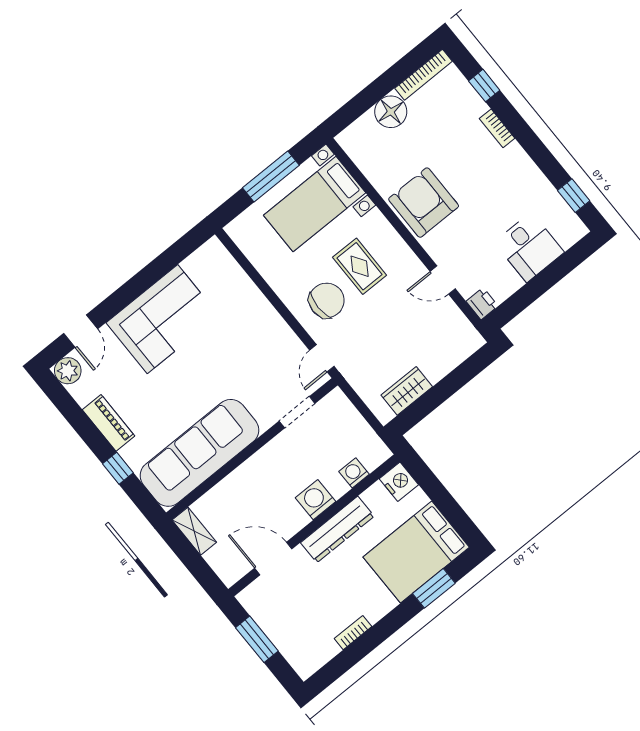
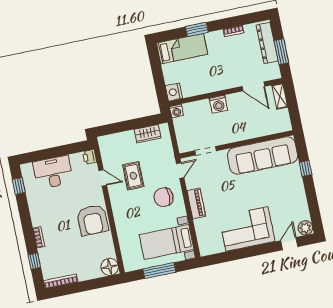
floor lamp: (391, 112) -> (110, 267), moved
bed with nightstands: (315, 204) -> (167, 242), moved, turned 180
desk: (529, 247) -> (53, 172), width x1.37
rug: (360, 266) -> (133, 176), moved
piano: (109, 423) -> (196, 203), moved, turned 180
washing machine: (354, 473) -> (177, 111), moved
dresser: (337, 529) -> (267, 43), moved, turned -90
shelving: (194, 531) -> (280, 96), moved
bed: (416, 552) -> (182, 49), width x0.67
window: (434, 588) -> (197, 29), moved

